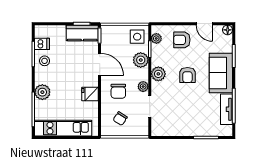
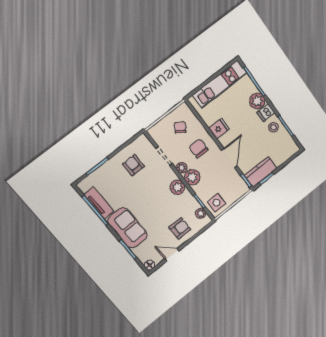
dishwasher: (42, 44) -> (266, 113), moved
plant: (141, 60) -> (192, 177), moved
door: (100, 64) -> (229, 158), swing flipped
armchair: (187, 75) -> (134, 165), moved

